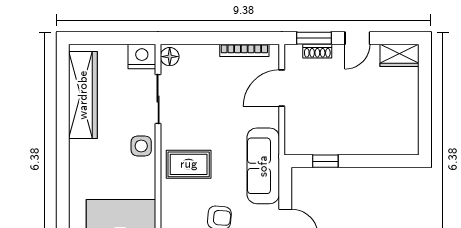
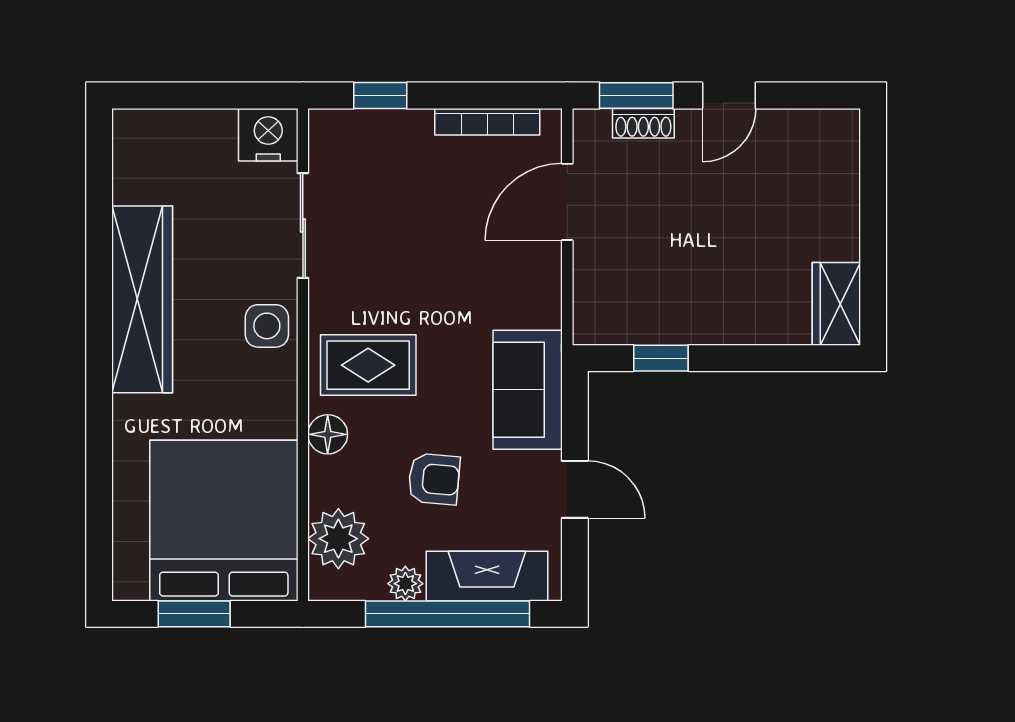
window: (194, 38) -> (380, 95), added
wardrobe: (399, 55) -> (836, 304), moved, turned 90
floor lamp: (170, 57) -> (328, 434), moved
wardrobe: (83, 95) -> (142, 299), moved
sofa: (263, 166) -> (528, 390), width x0.73

